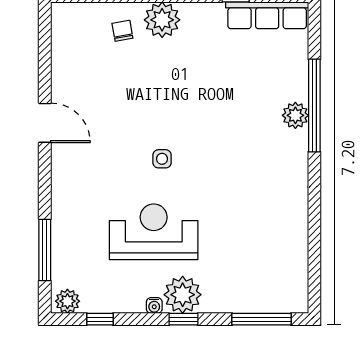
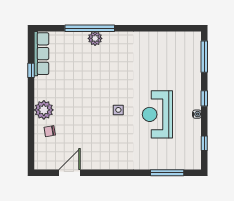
door: (45, 123) -> (69, 173), moved
plant: (183, 295) -> (191, 99), removed
plant: (67, 301) -> (195, 161), removed

